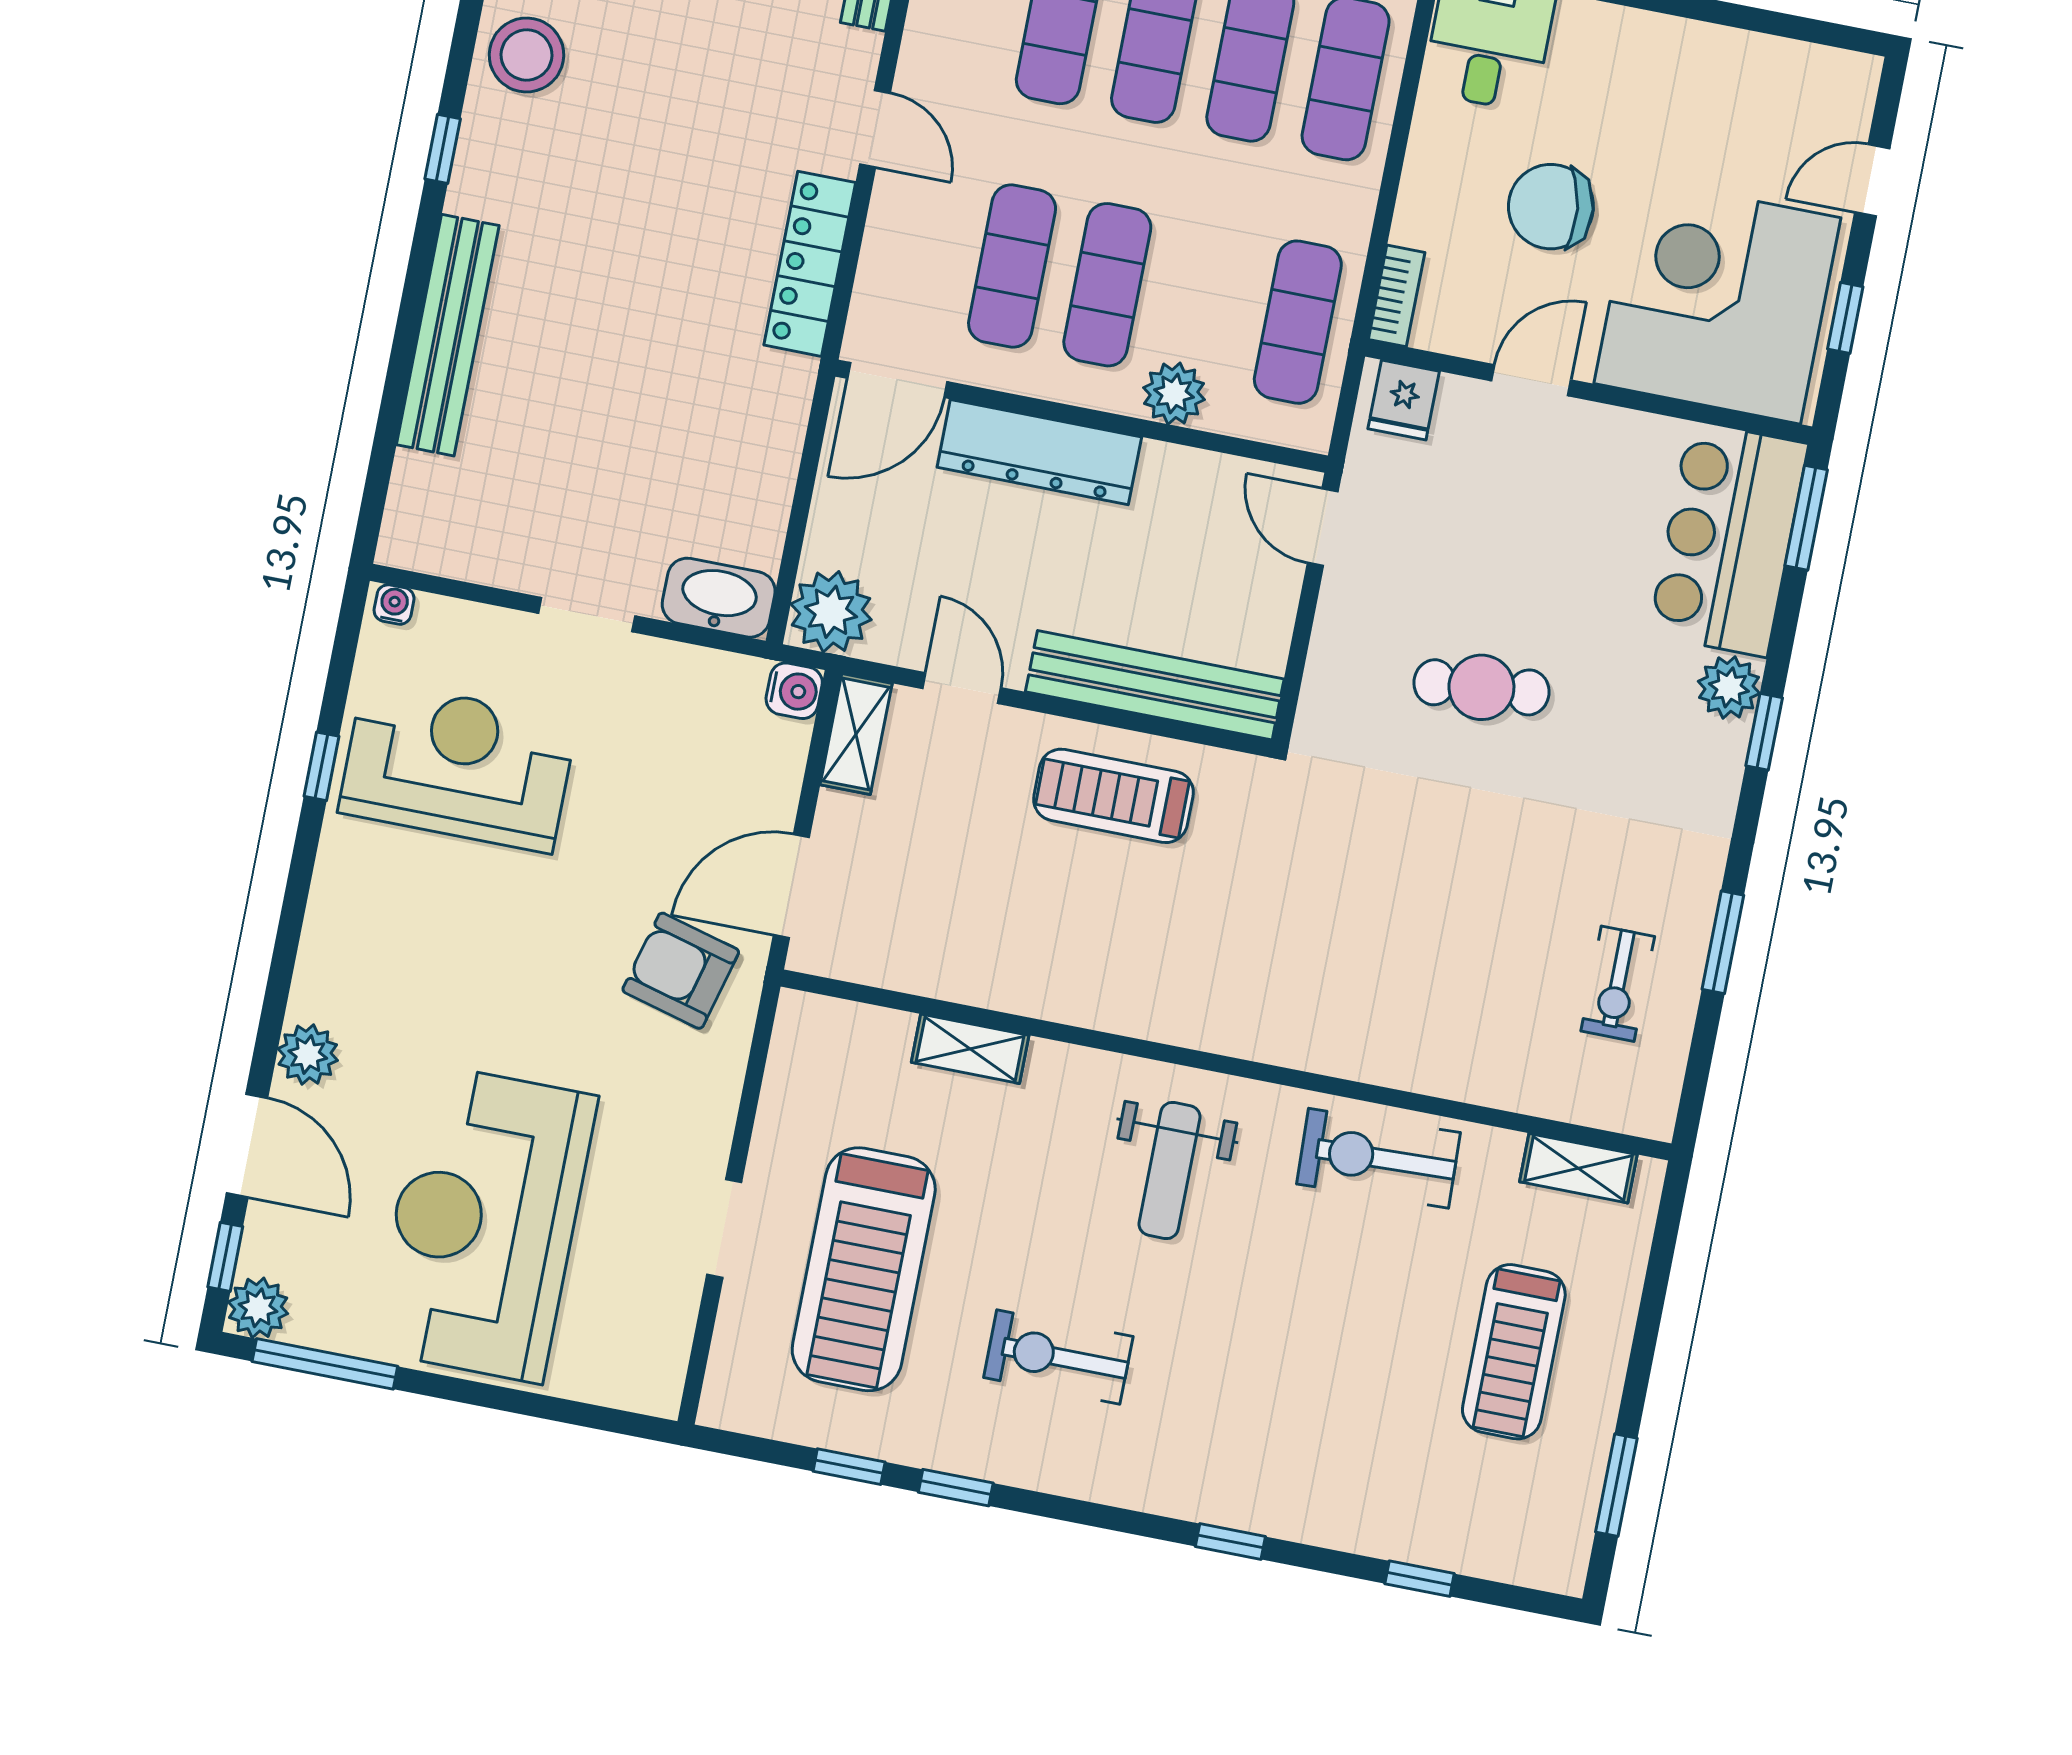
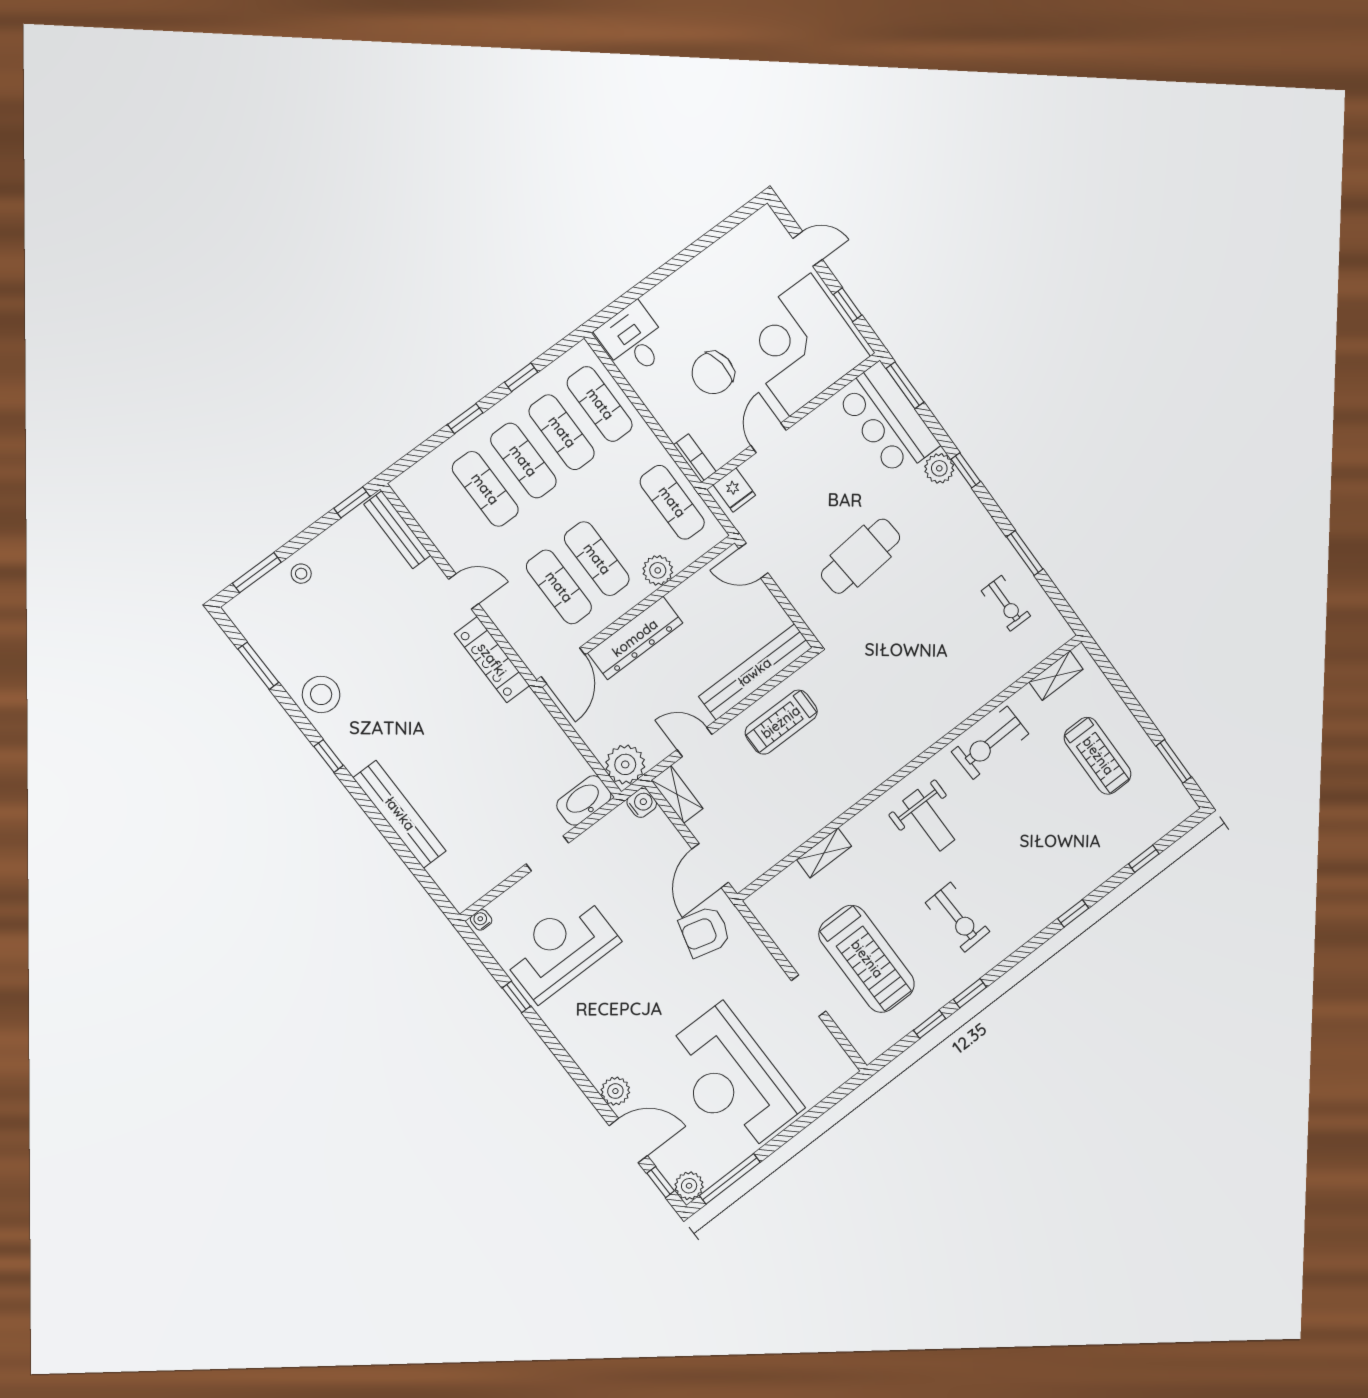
door: (1872, 180) -> (808, 249), swing flipped
cafe table: (1481, 687) -> (861, 556), width x1.37, depth x1.35
exercise bike: (1058, 1357) -> (958, 917), turned -92

